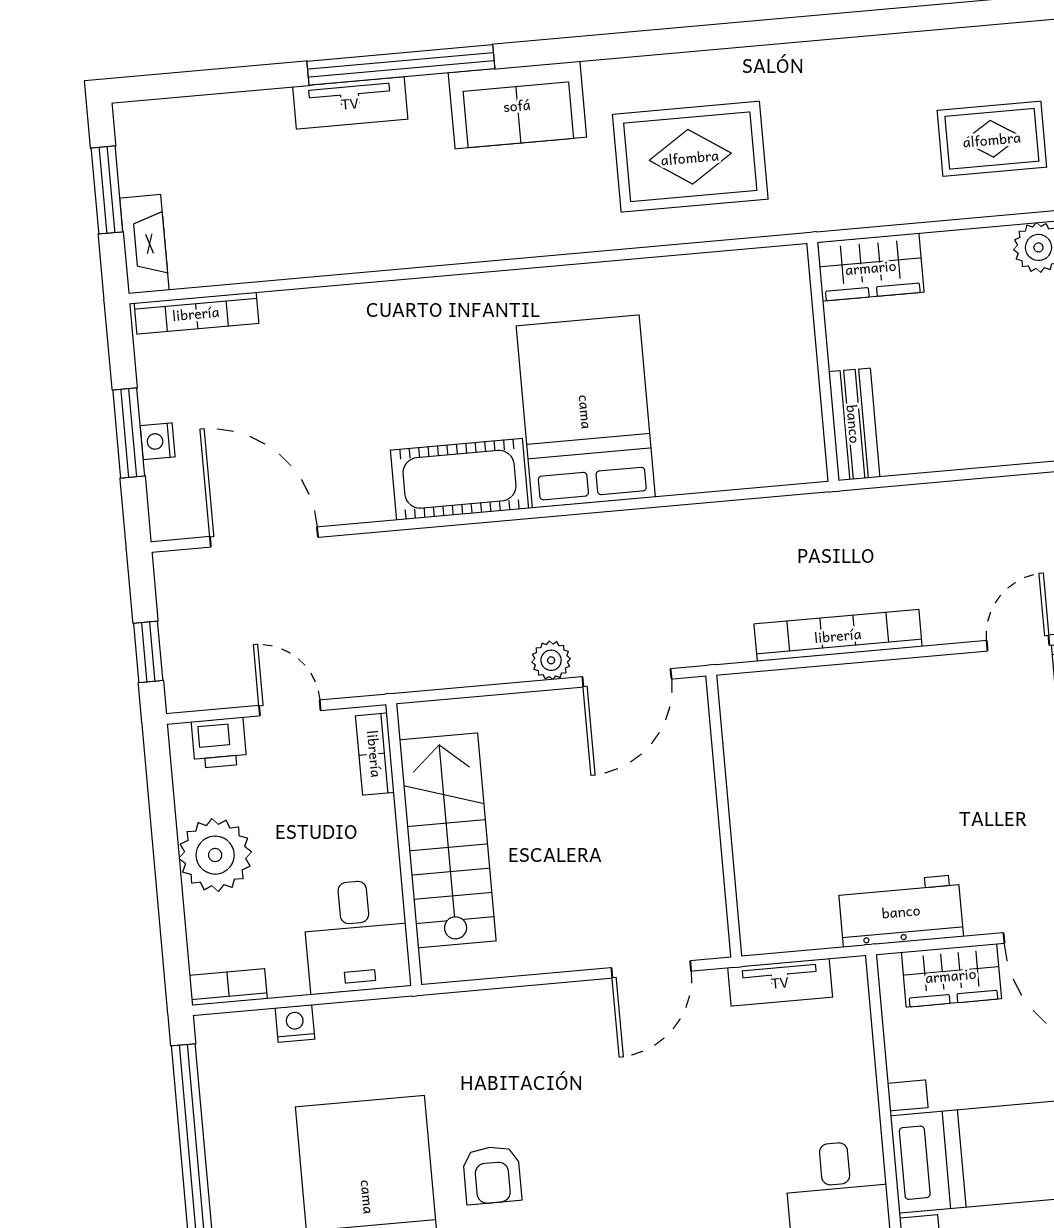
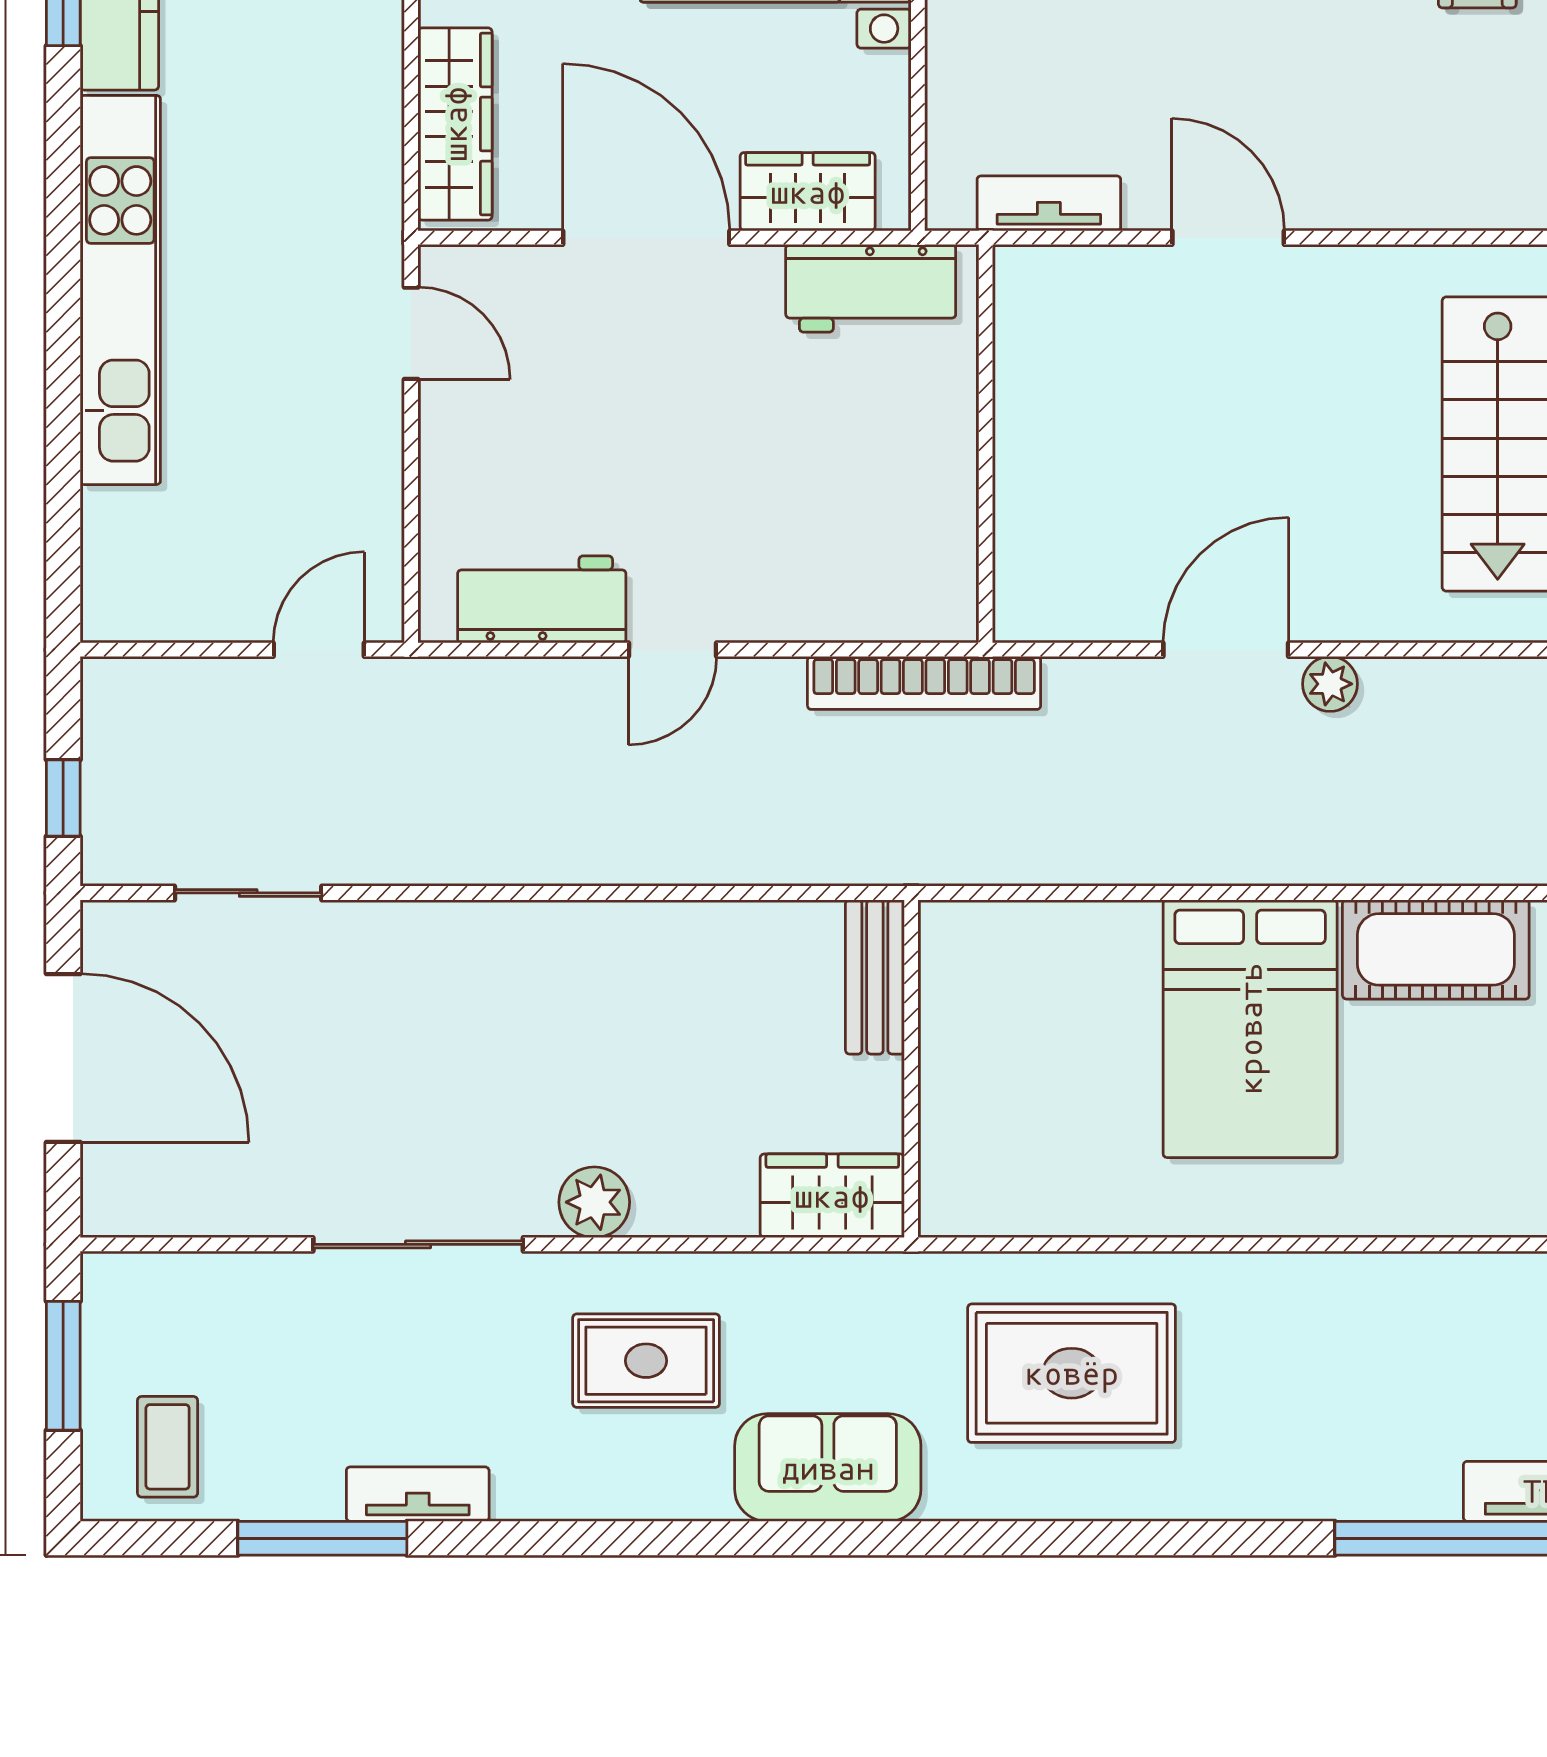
sofa: (517, 105) -> (828, 1468), moved
wall: (724, 816) -> (986, 444), moved
door: (651, 969) -> (1228, 238), hinge flipped

